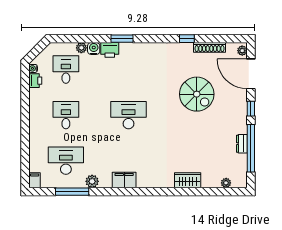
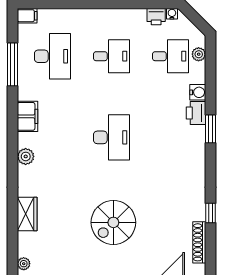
plant: (81, 48) -> (199, 54), moved
spiral stairs: (197, 94) -> (113, 222), moved
filing cabinet: (124, 180) -> (27, 116), moved
plant: (92, 181) -> (26, 156), moved

